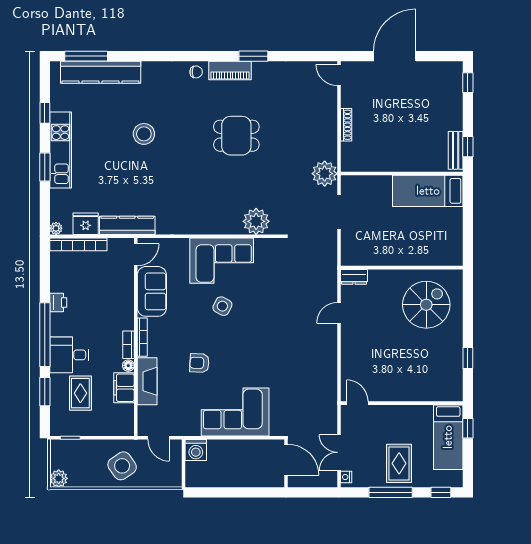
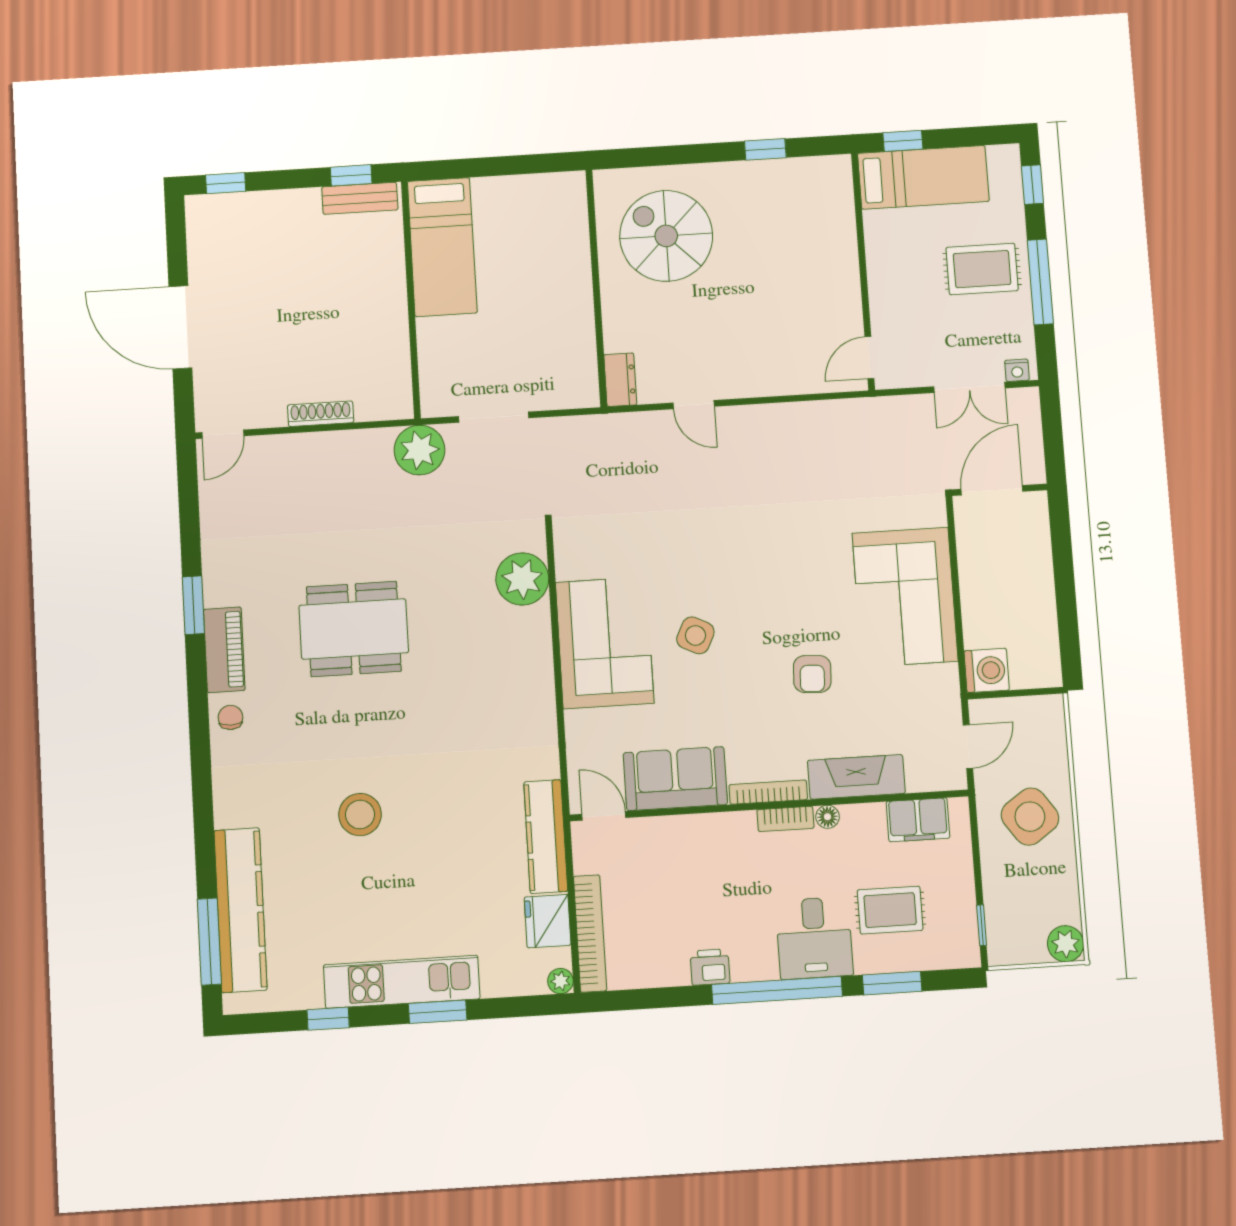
dining table: (236, 136) -> (354, 629), width x1.38
filing cabinet: (124, 388) -> (918, 820), moved

